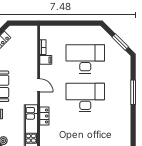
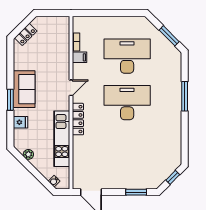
door: (39, 85) -> (71, 88), hinge flipped
locker: (44, 116) -> (78, 119), width x1.53

